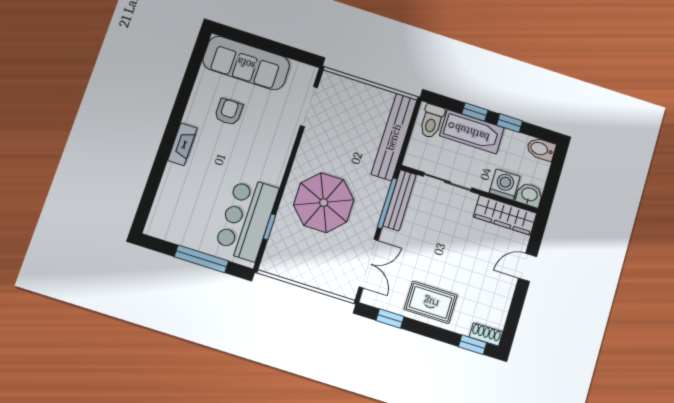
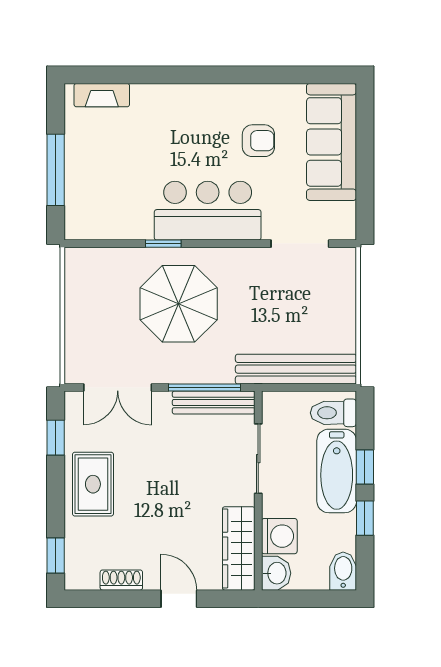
fireplace: (182, 144) -> (102, 95), moved
bar counter: (247, 219) -> (208, 211), moved
window: (270, 227) -> (163, 244), moved
shoe rack: (486, 334) -> (121, 580), moved, turned -90

